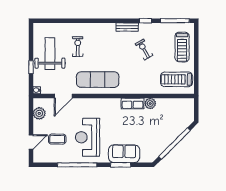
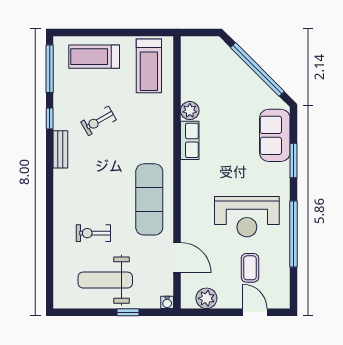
treadmill: (182, 47) -> (94, 57), turned 180
sofa: (124, 154) -> (275, 135), moved

